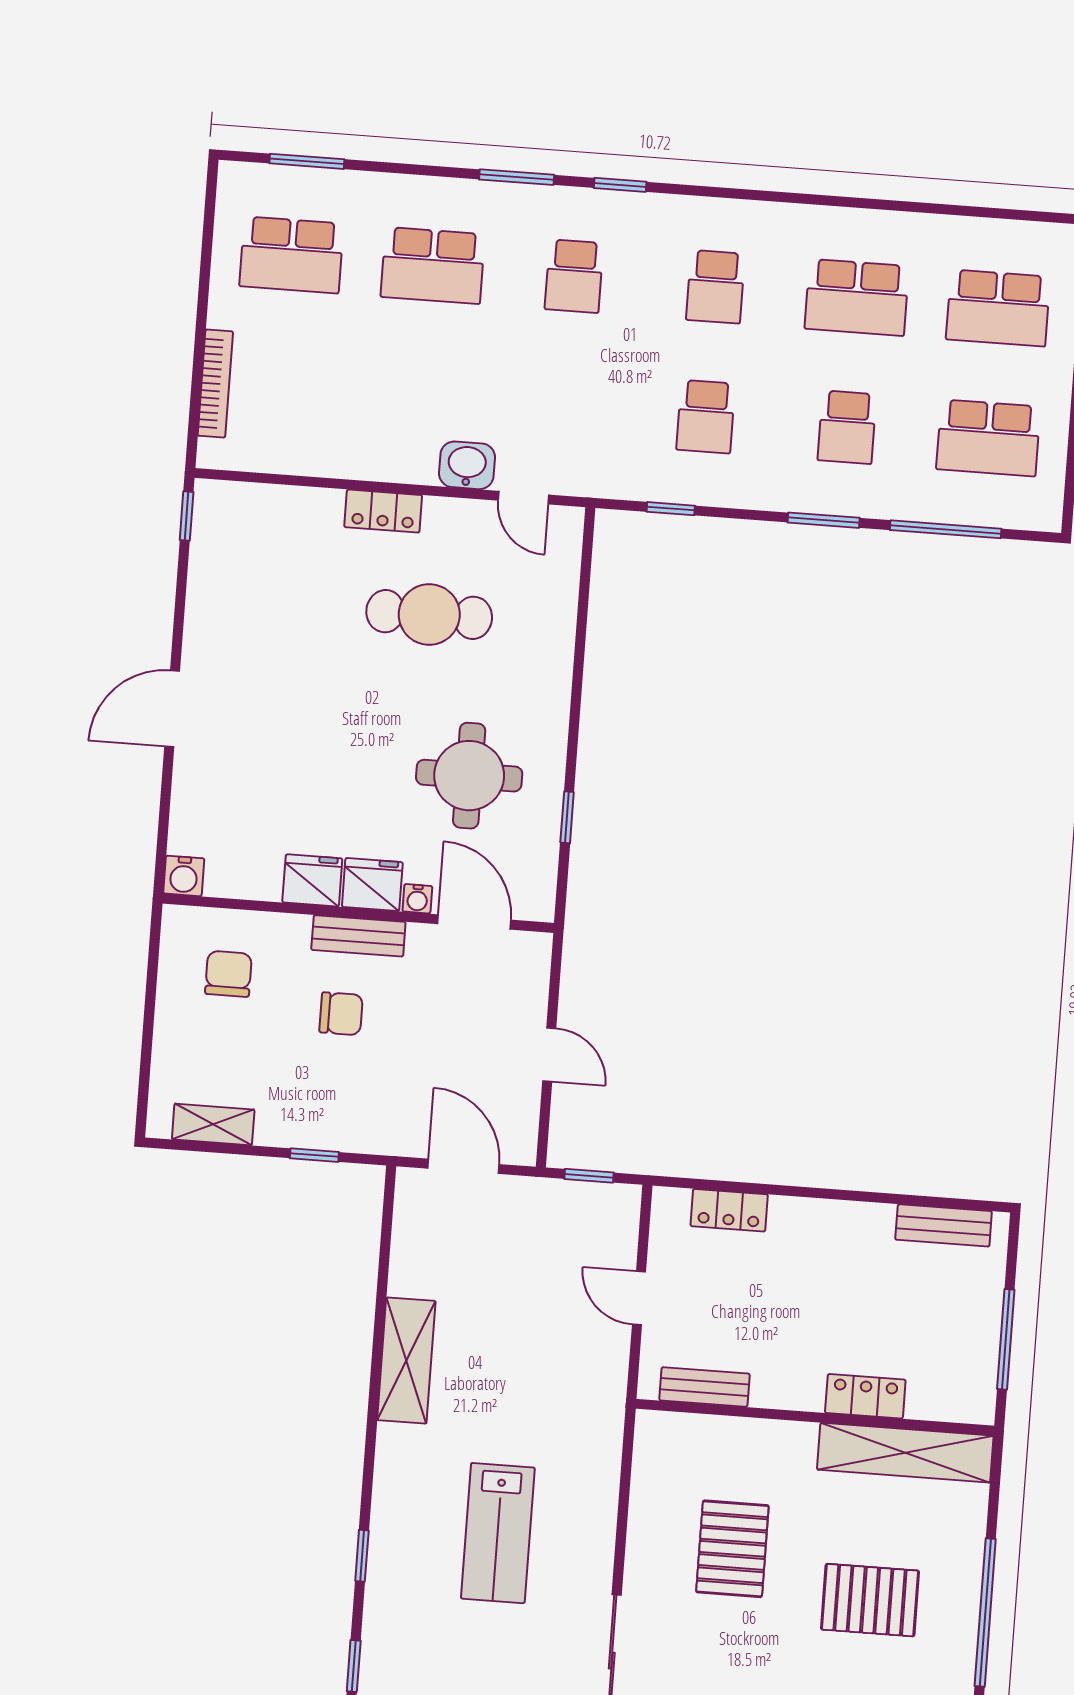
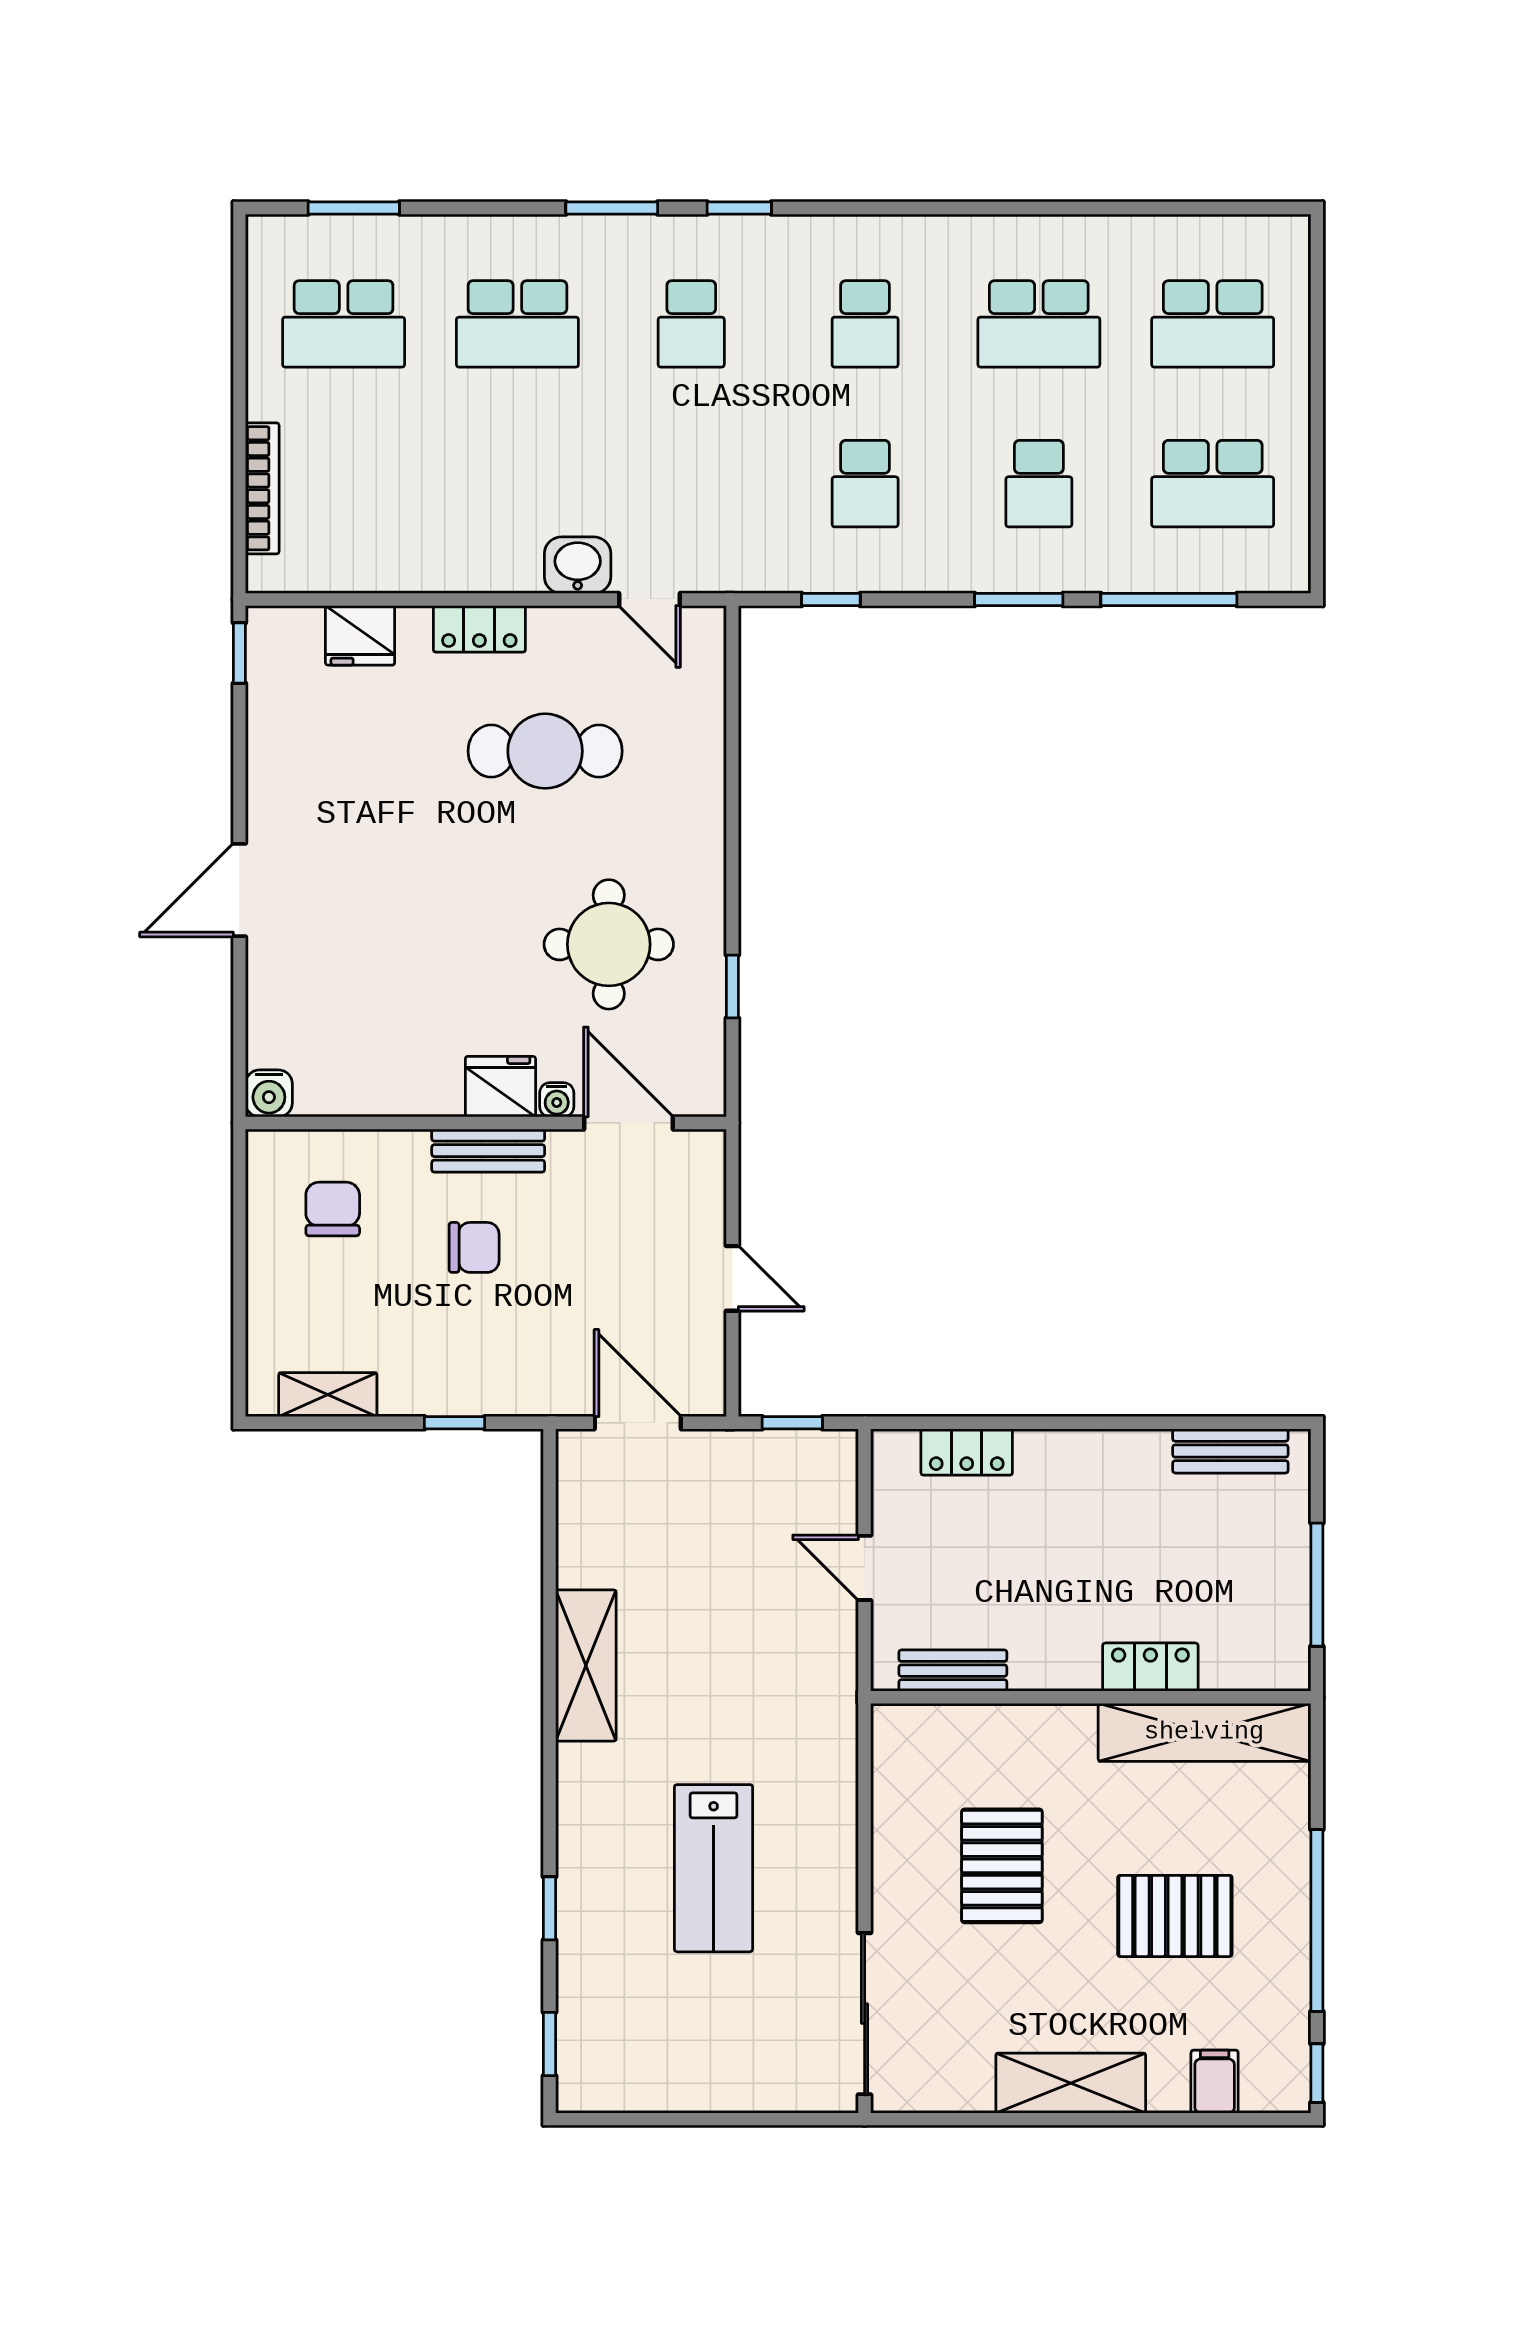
fridge: (312, 880) -> (360, 635), moved, turned 180

